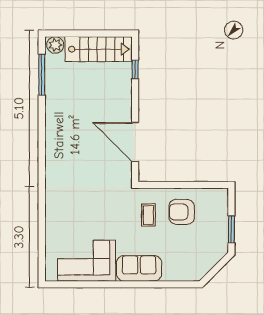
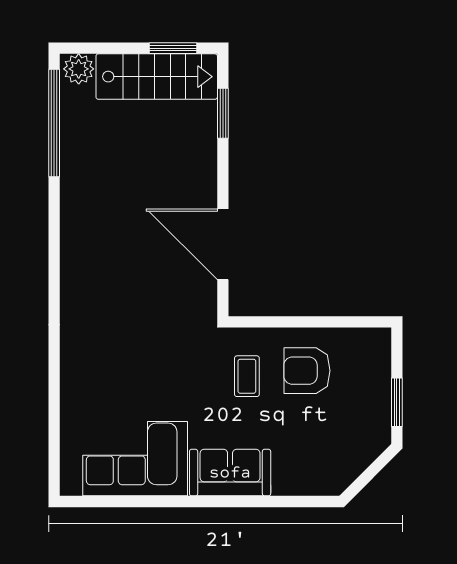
window: (108, 33) -> (173, 48), added
window: (135, 69) -> (223, 113), width x1.50
window: (42, 75) -> (54, 123), width x1.46

